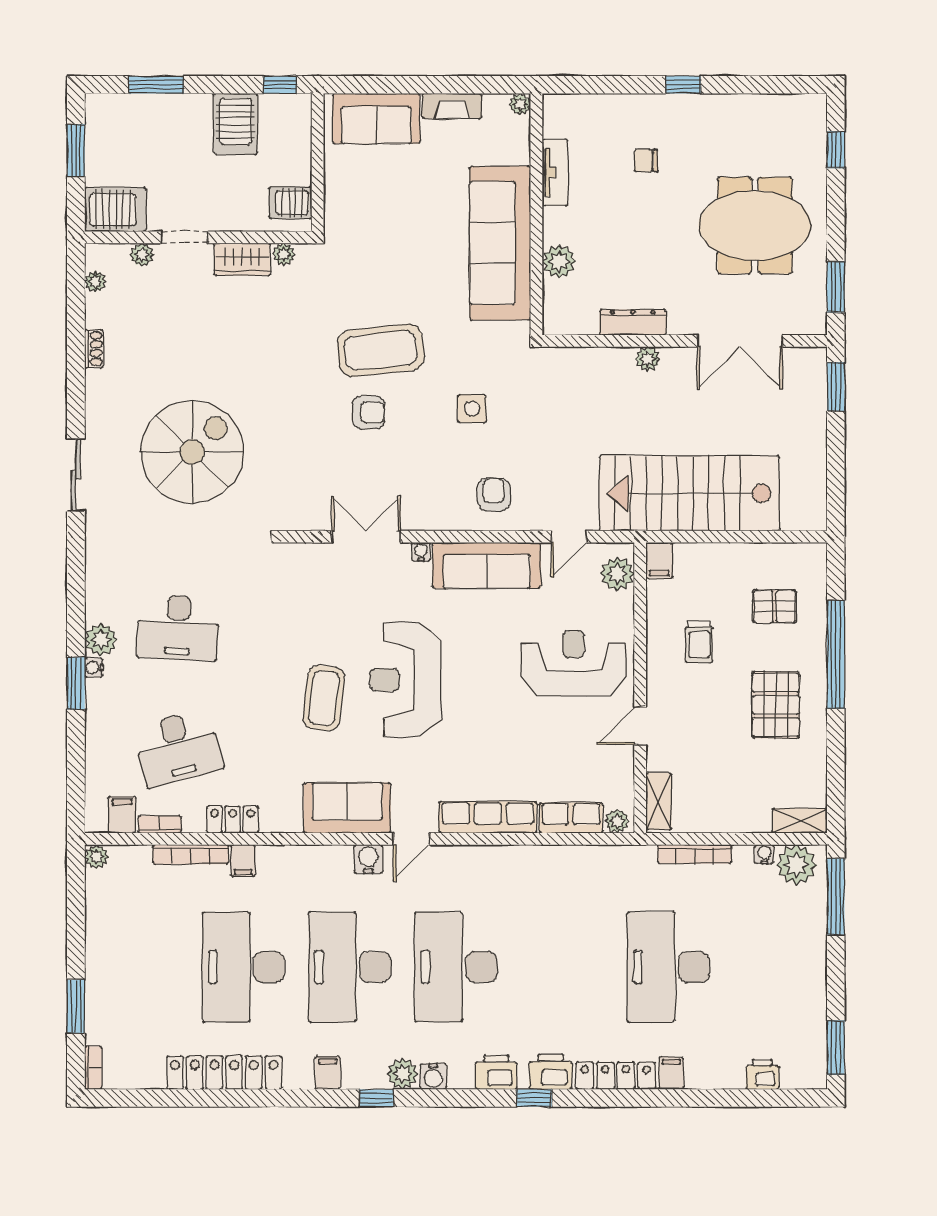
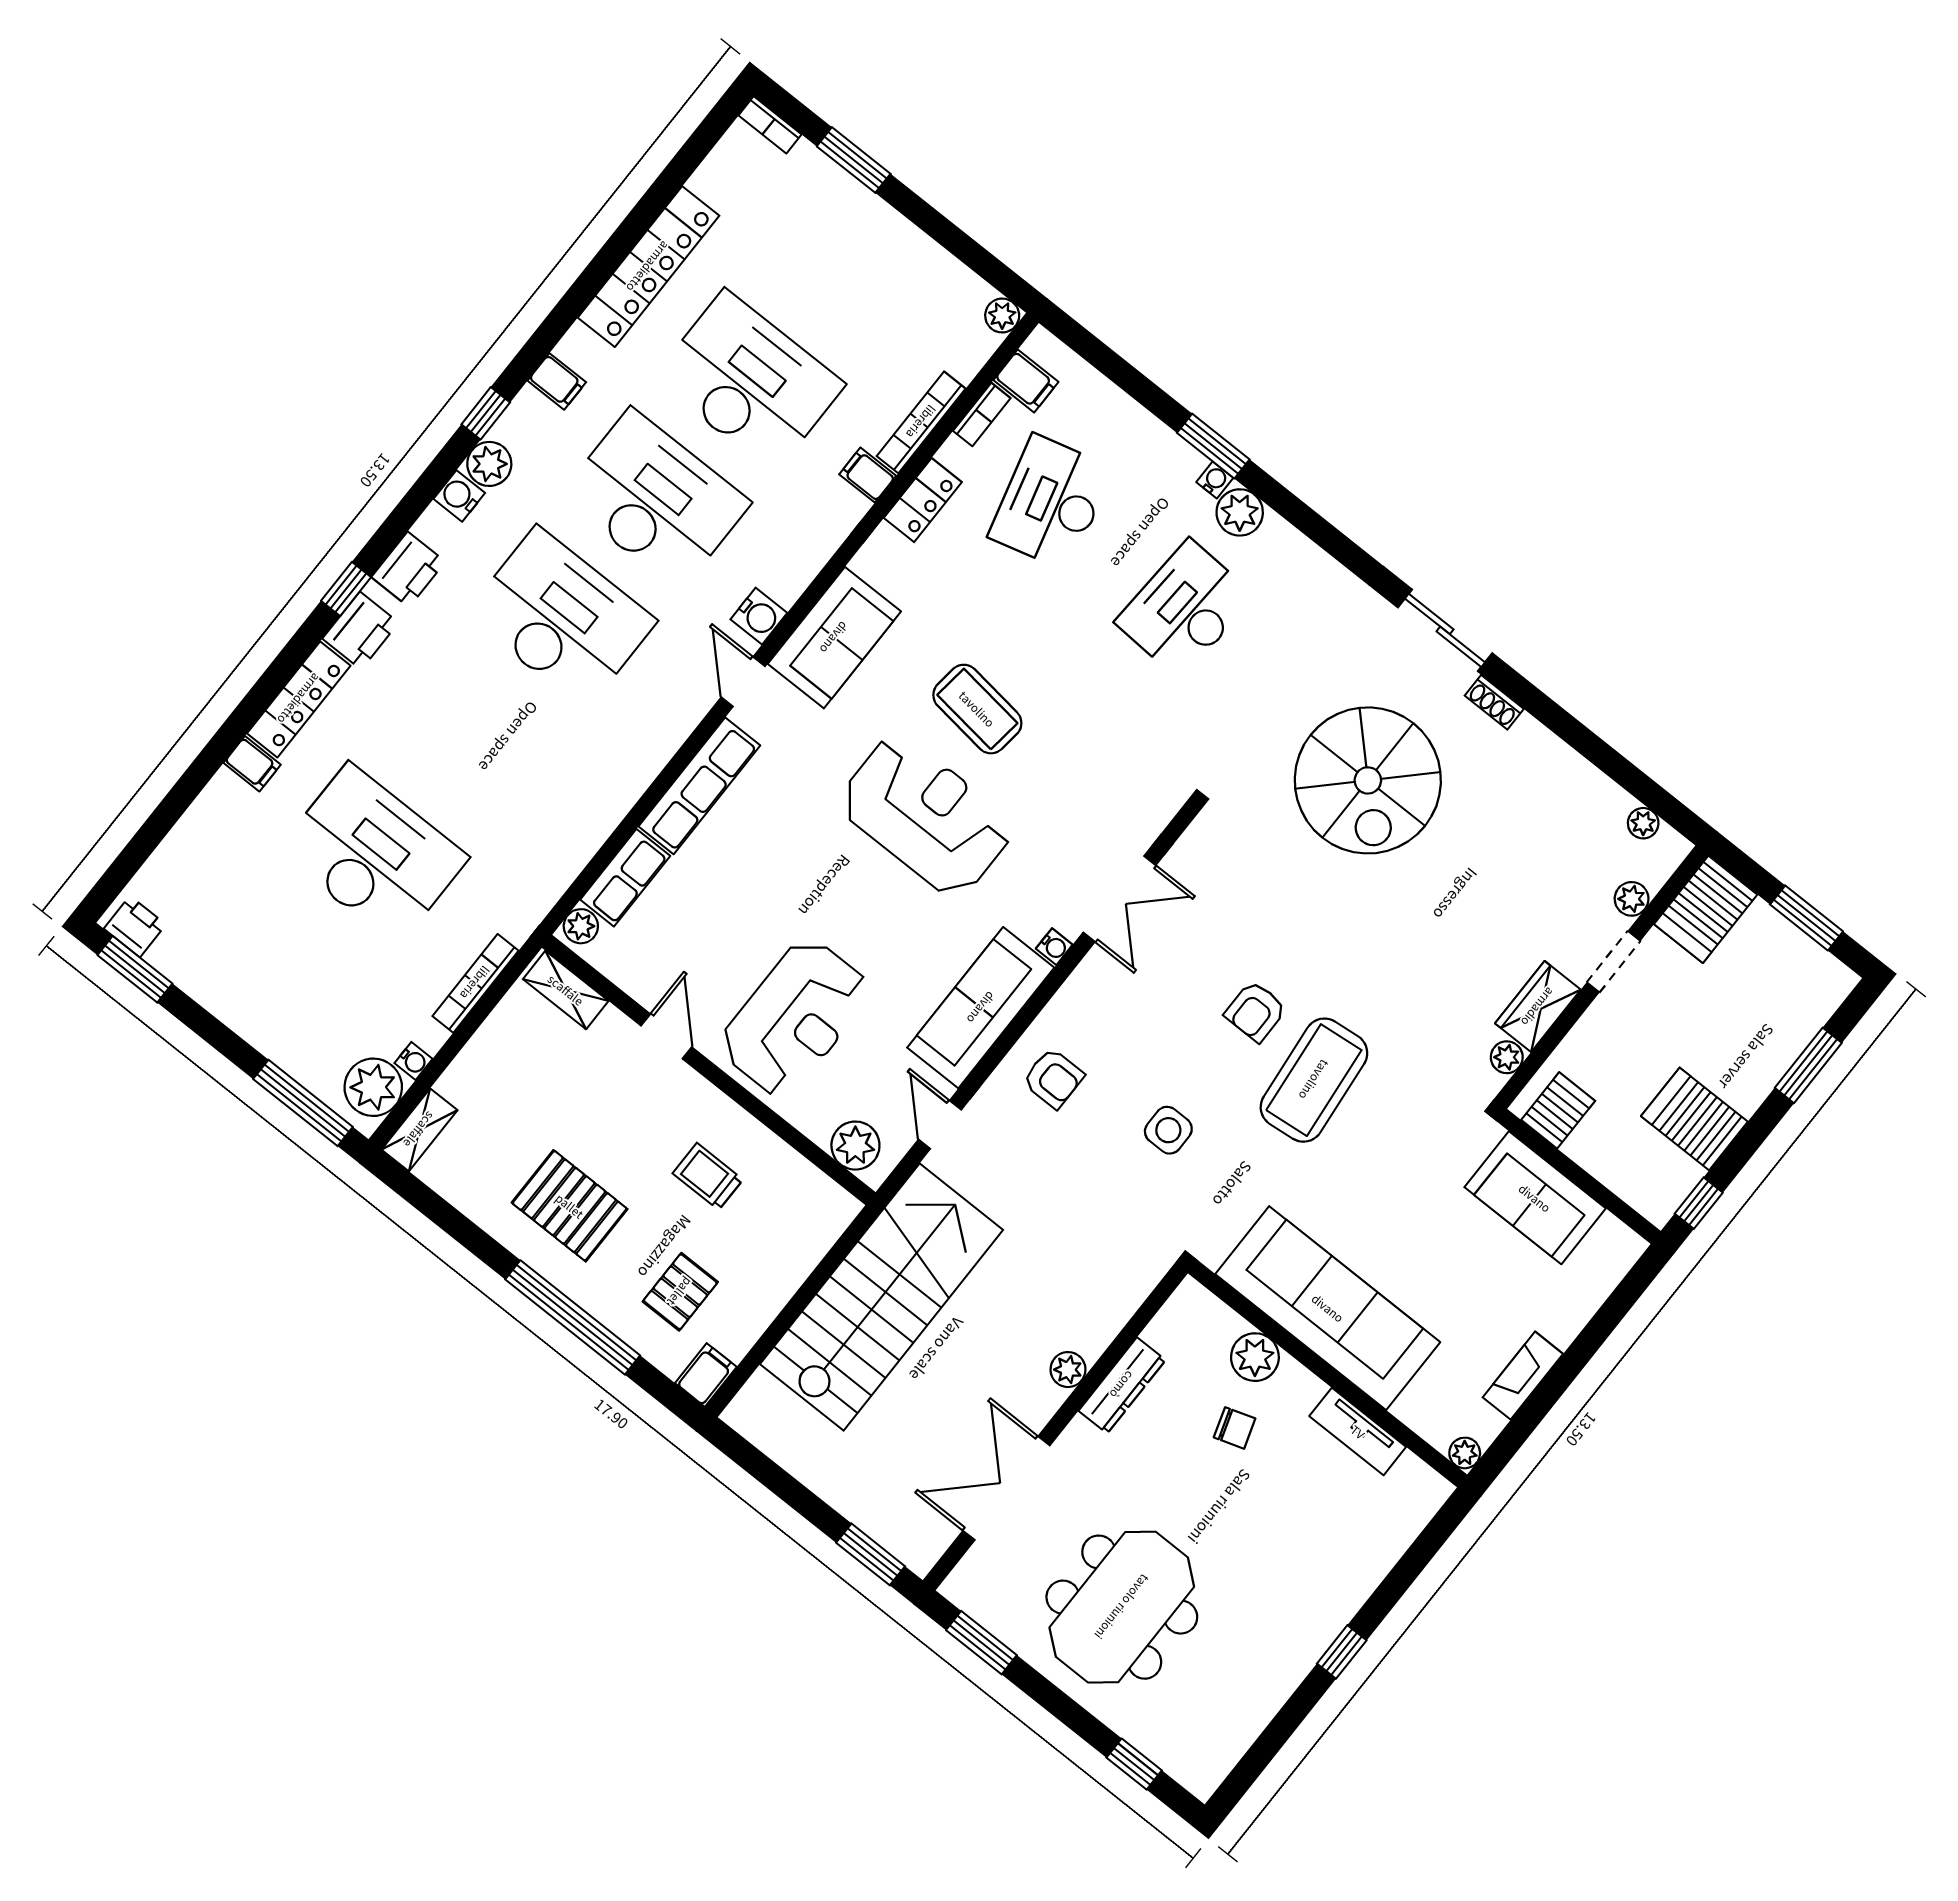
sofa: (376, 119) -> (1535, 1198), moved, turned -90
chair: (646, 161) -> (1235, 1428), moved, turned 72
shoe rack: (94, 349) -> (1494, 702), moved
filing cabinet: (659, 560) -> (706, 1375), moved, turned 90
printer: (762, 1074) -> (135, 927), moved, turned -90

